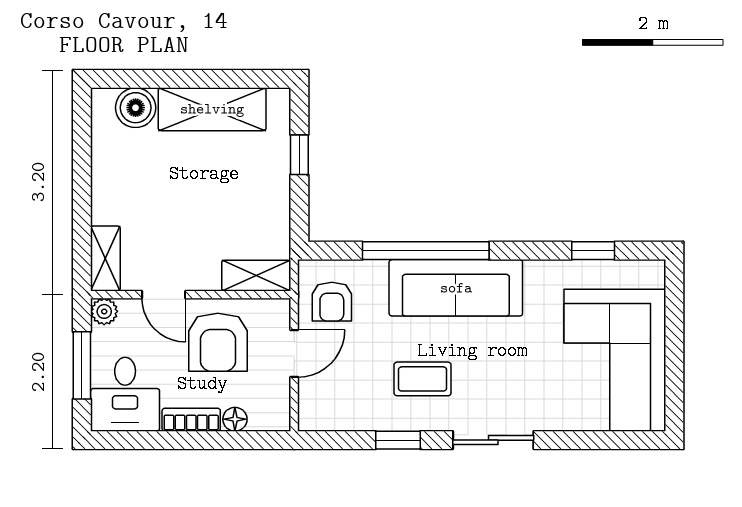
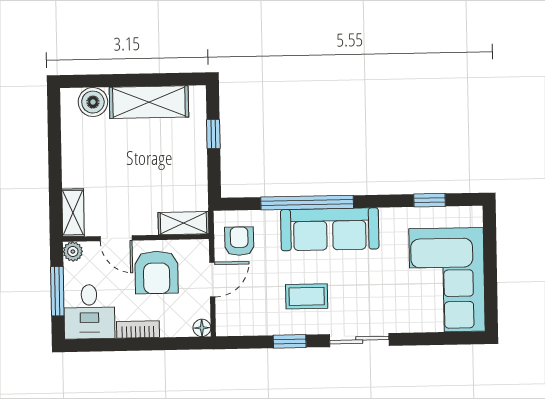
armchair: (332, 302) -> (239, 241), turned 180
floor lamp: (235, 419) -> (202, 328), moved

